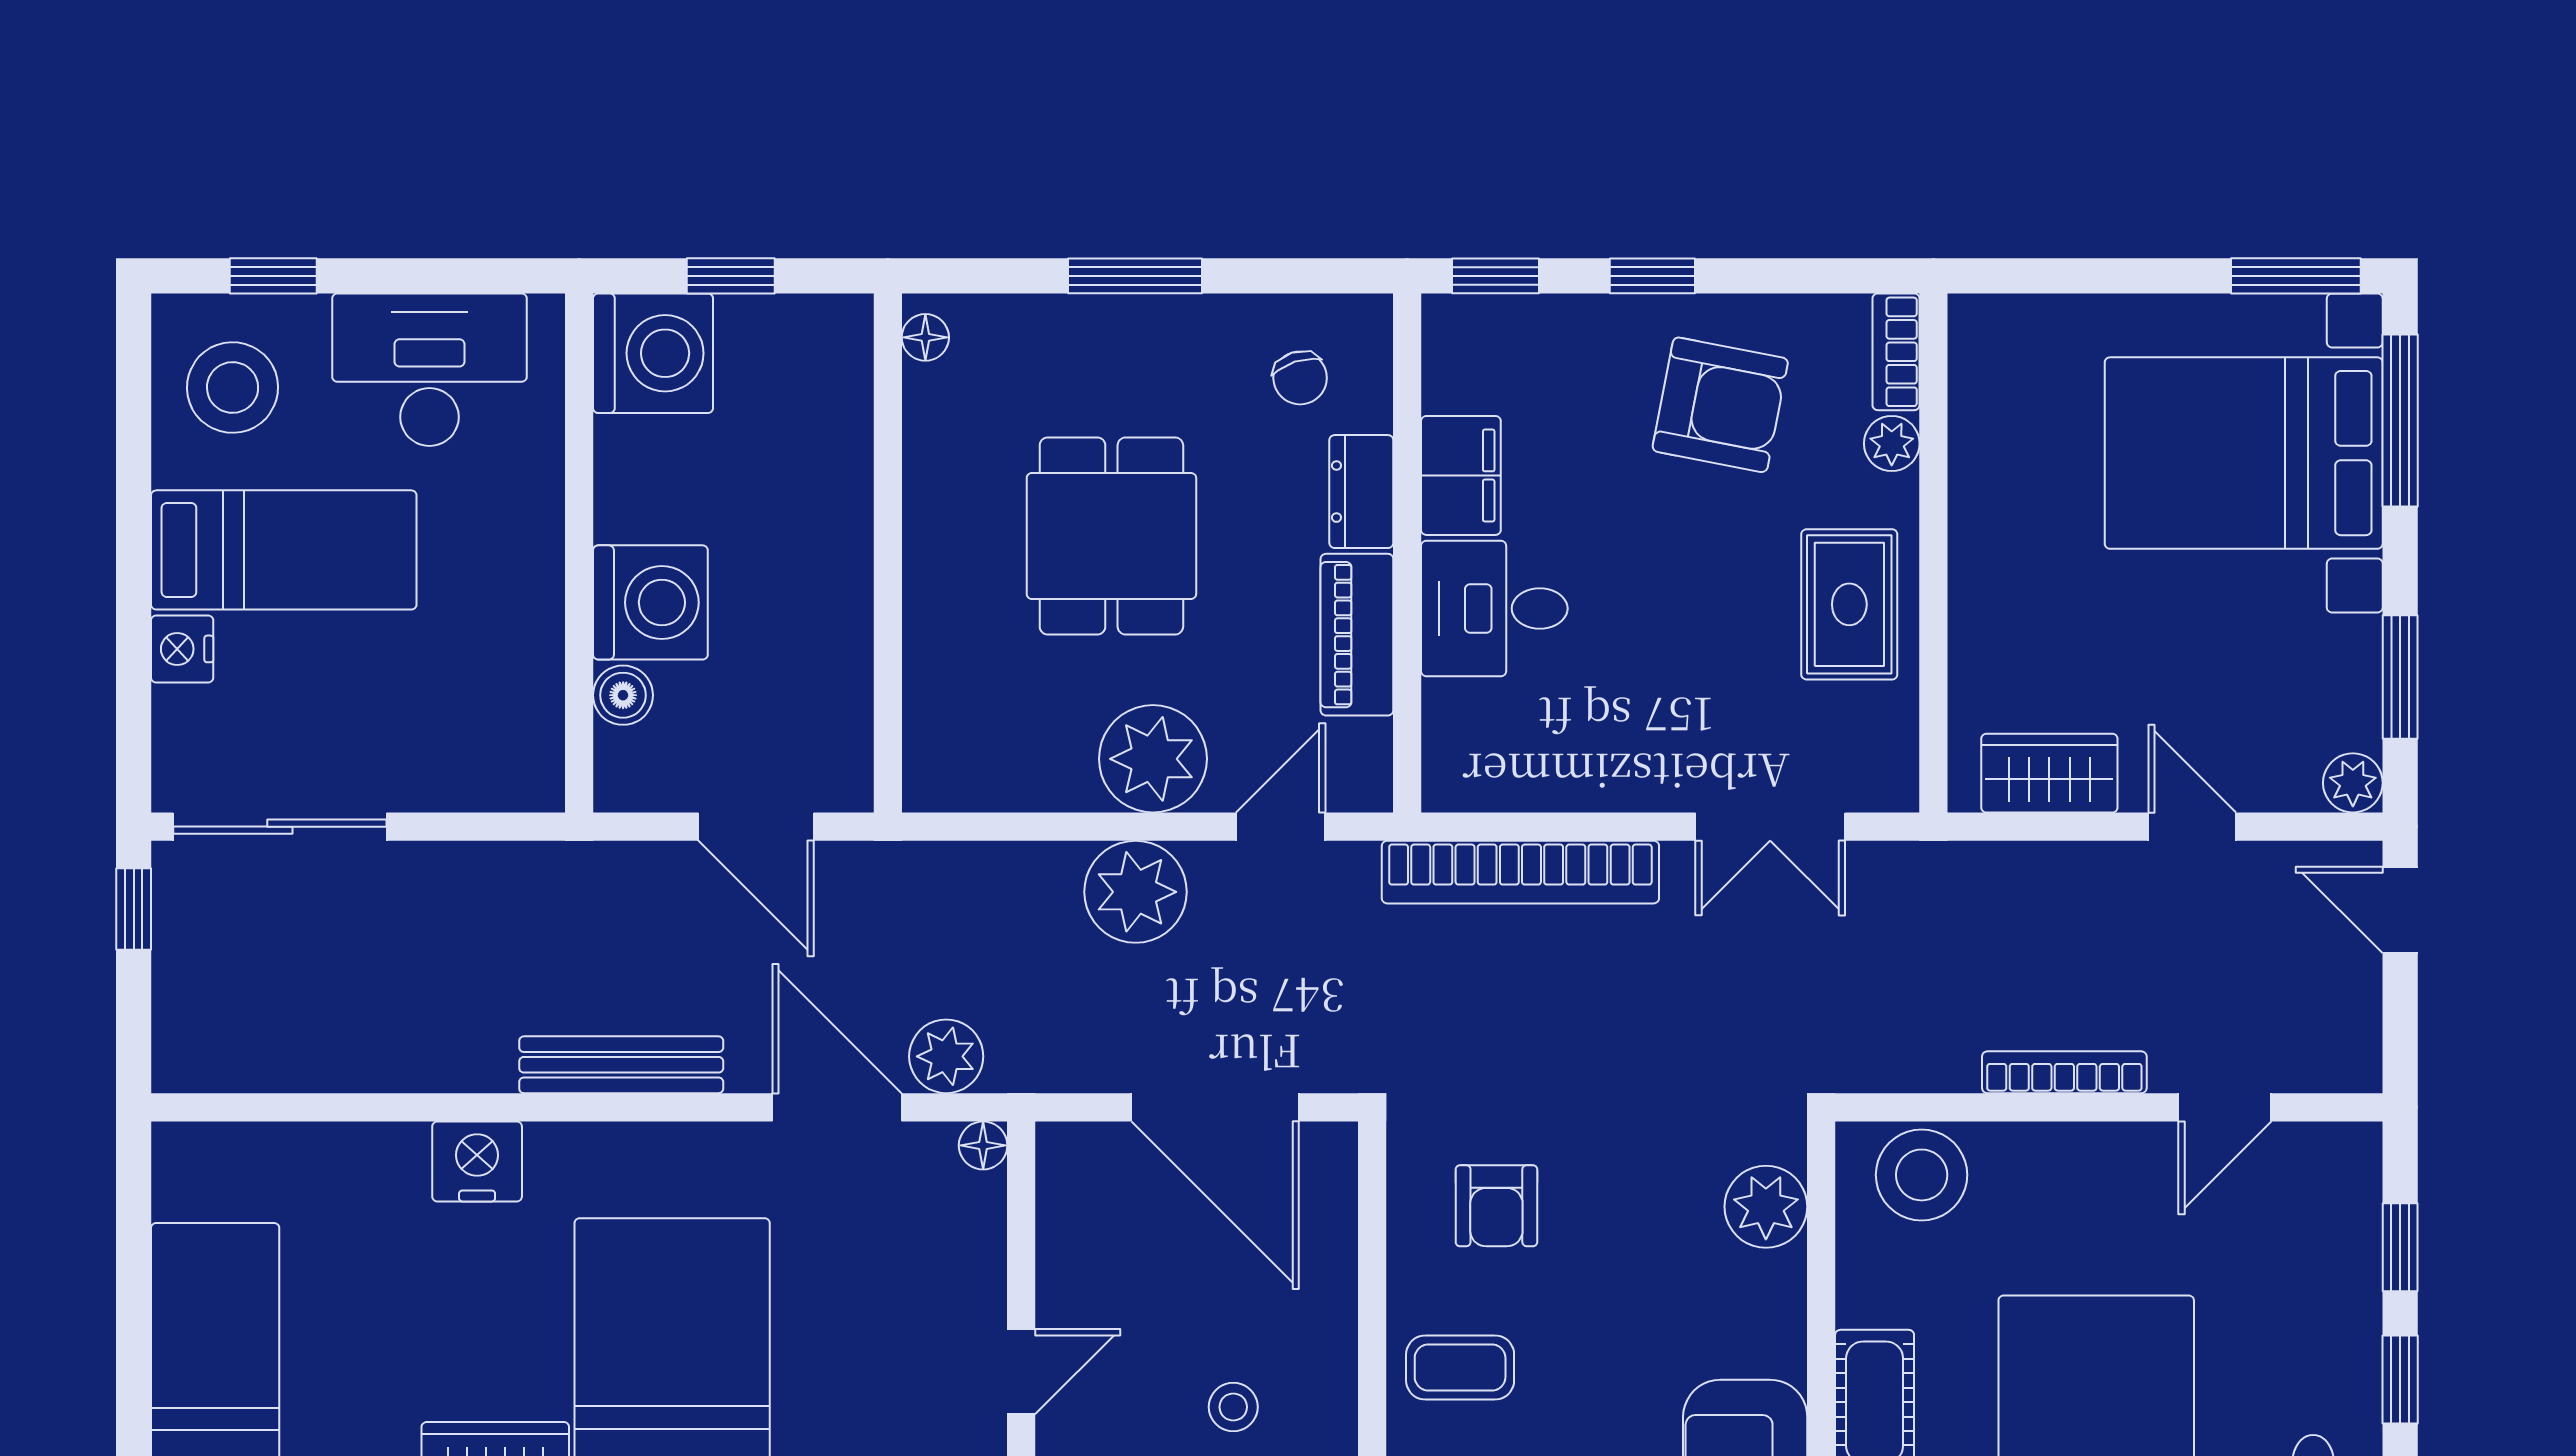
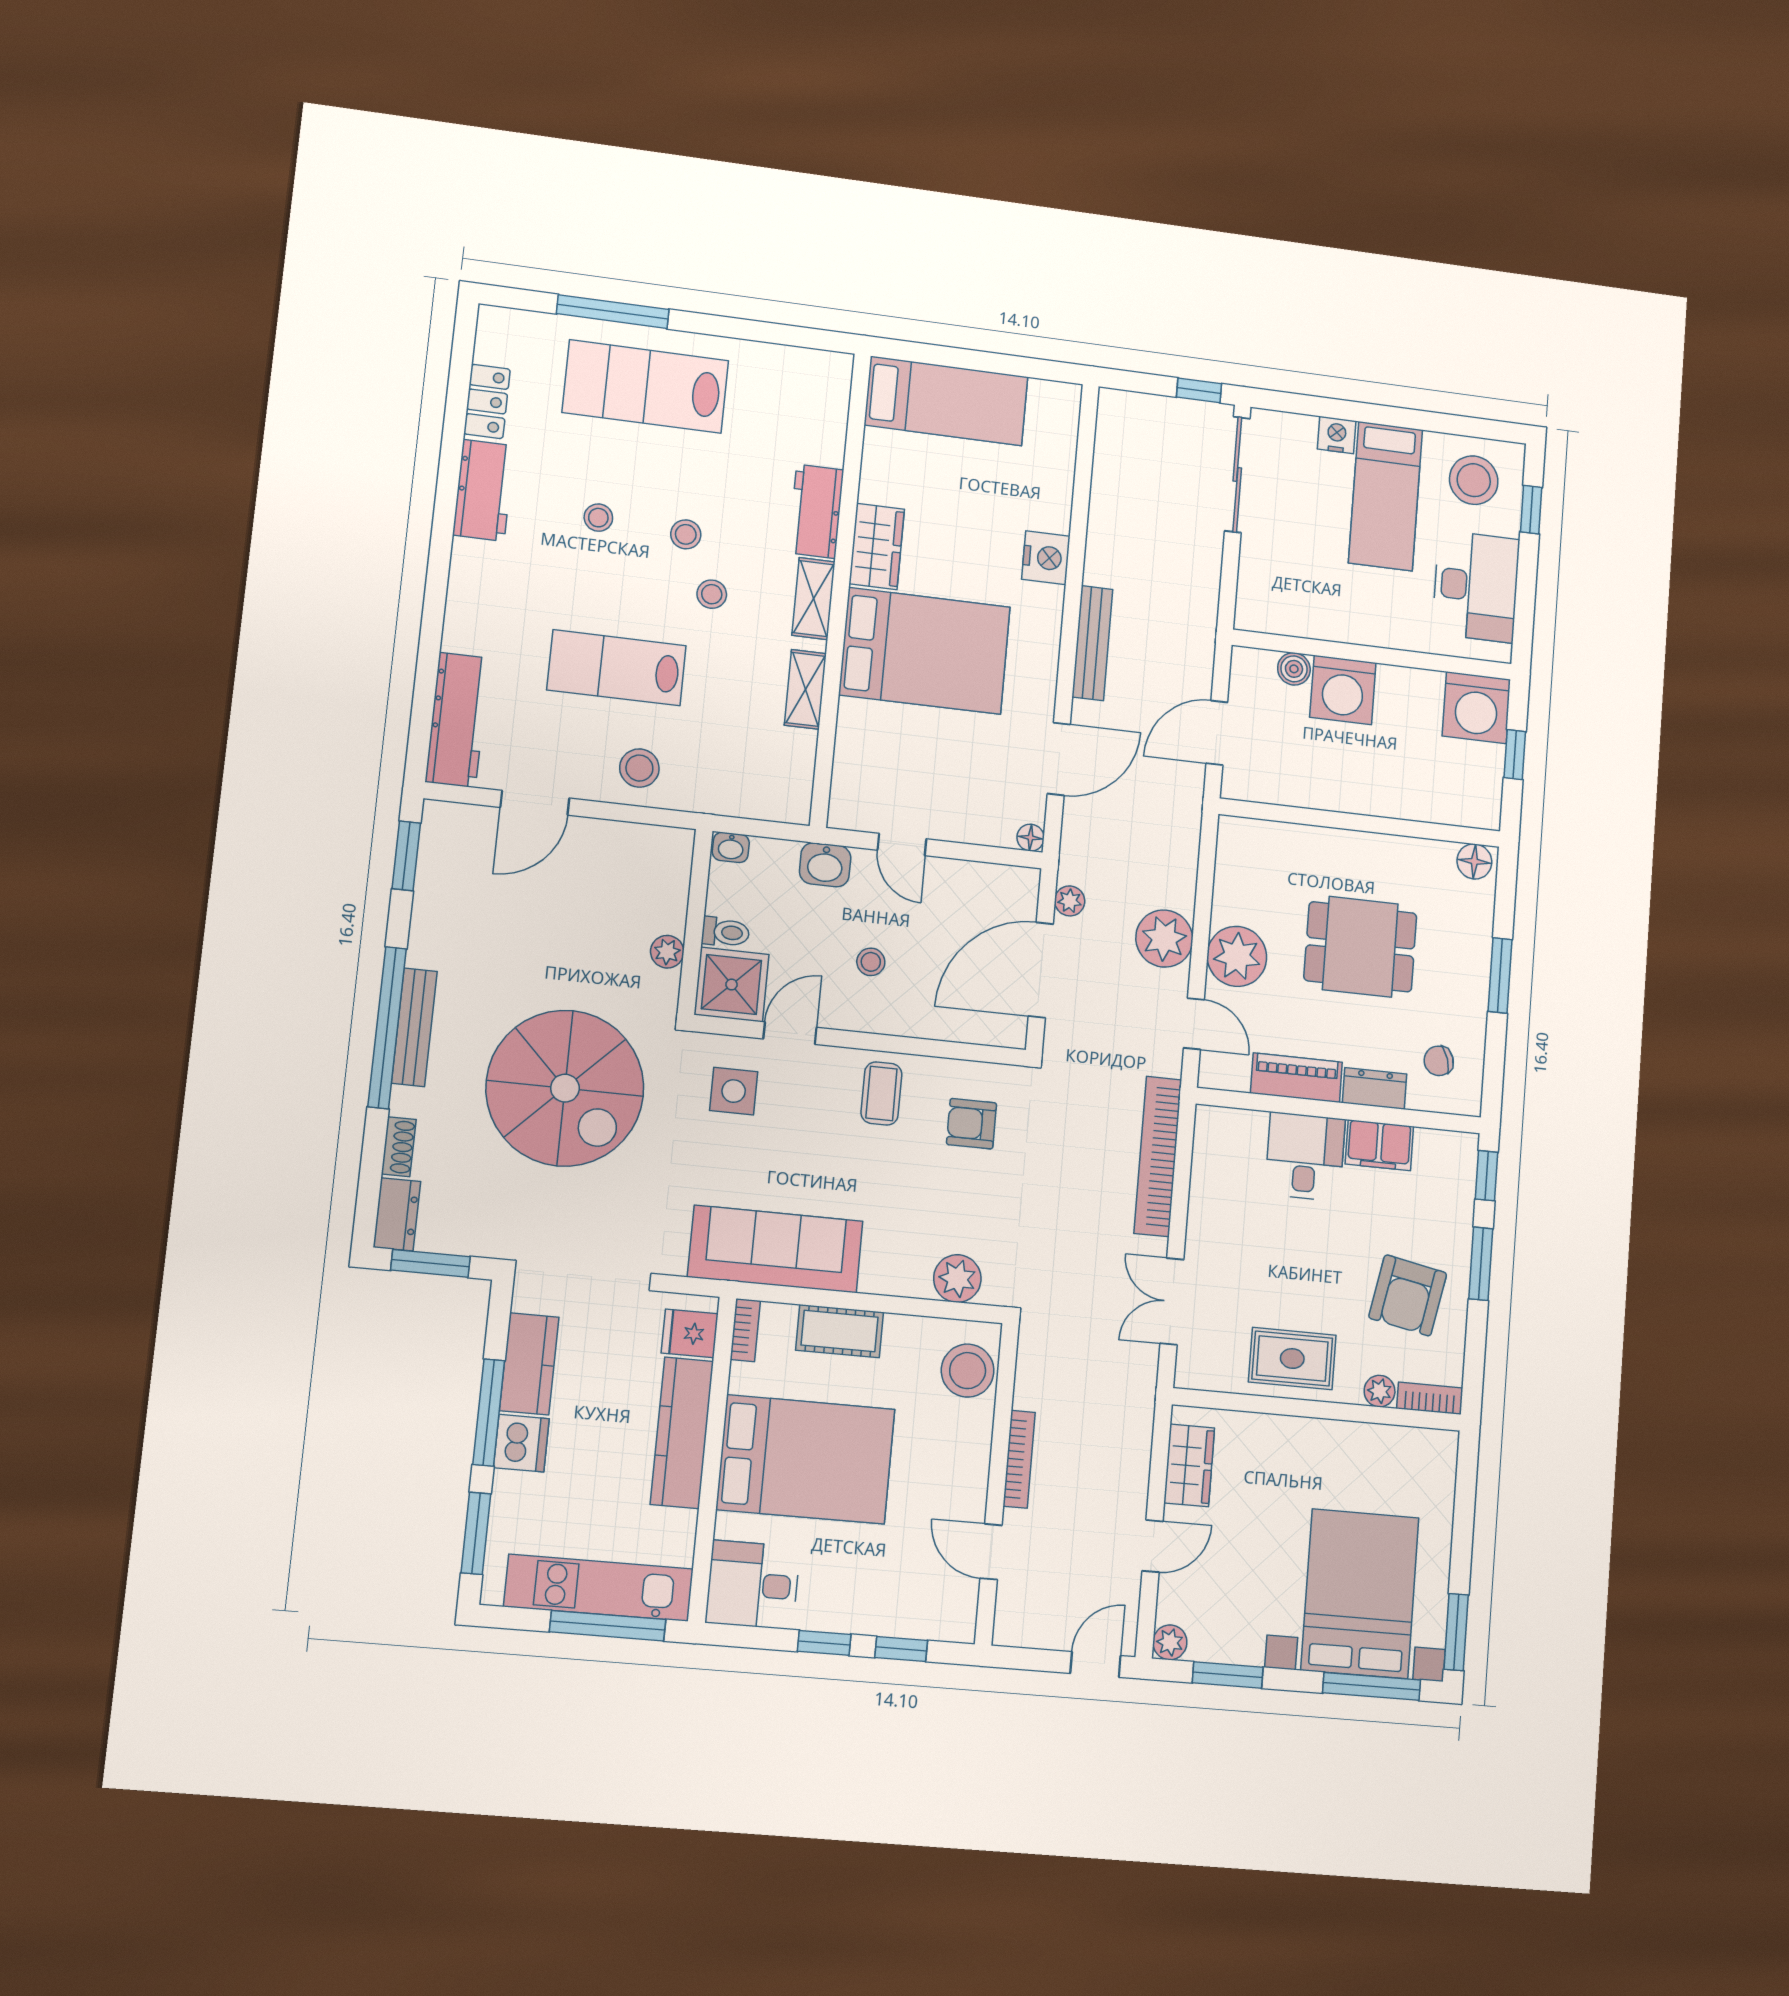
window: (1652, 276) -> (1481, 1264), width x1.50
floor lamp: (925, 337) -> (1474, 861), width x1.37, depth x1.37
plant: (946, 1056) -> (1070, 901), moved, width x0.73, depth x0.73

